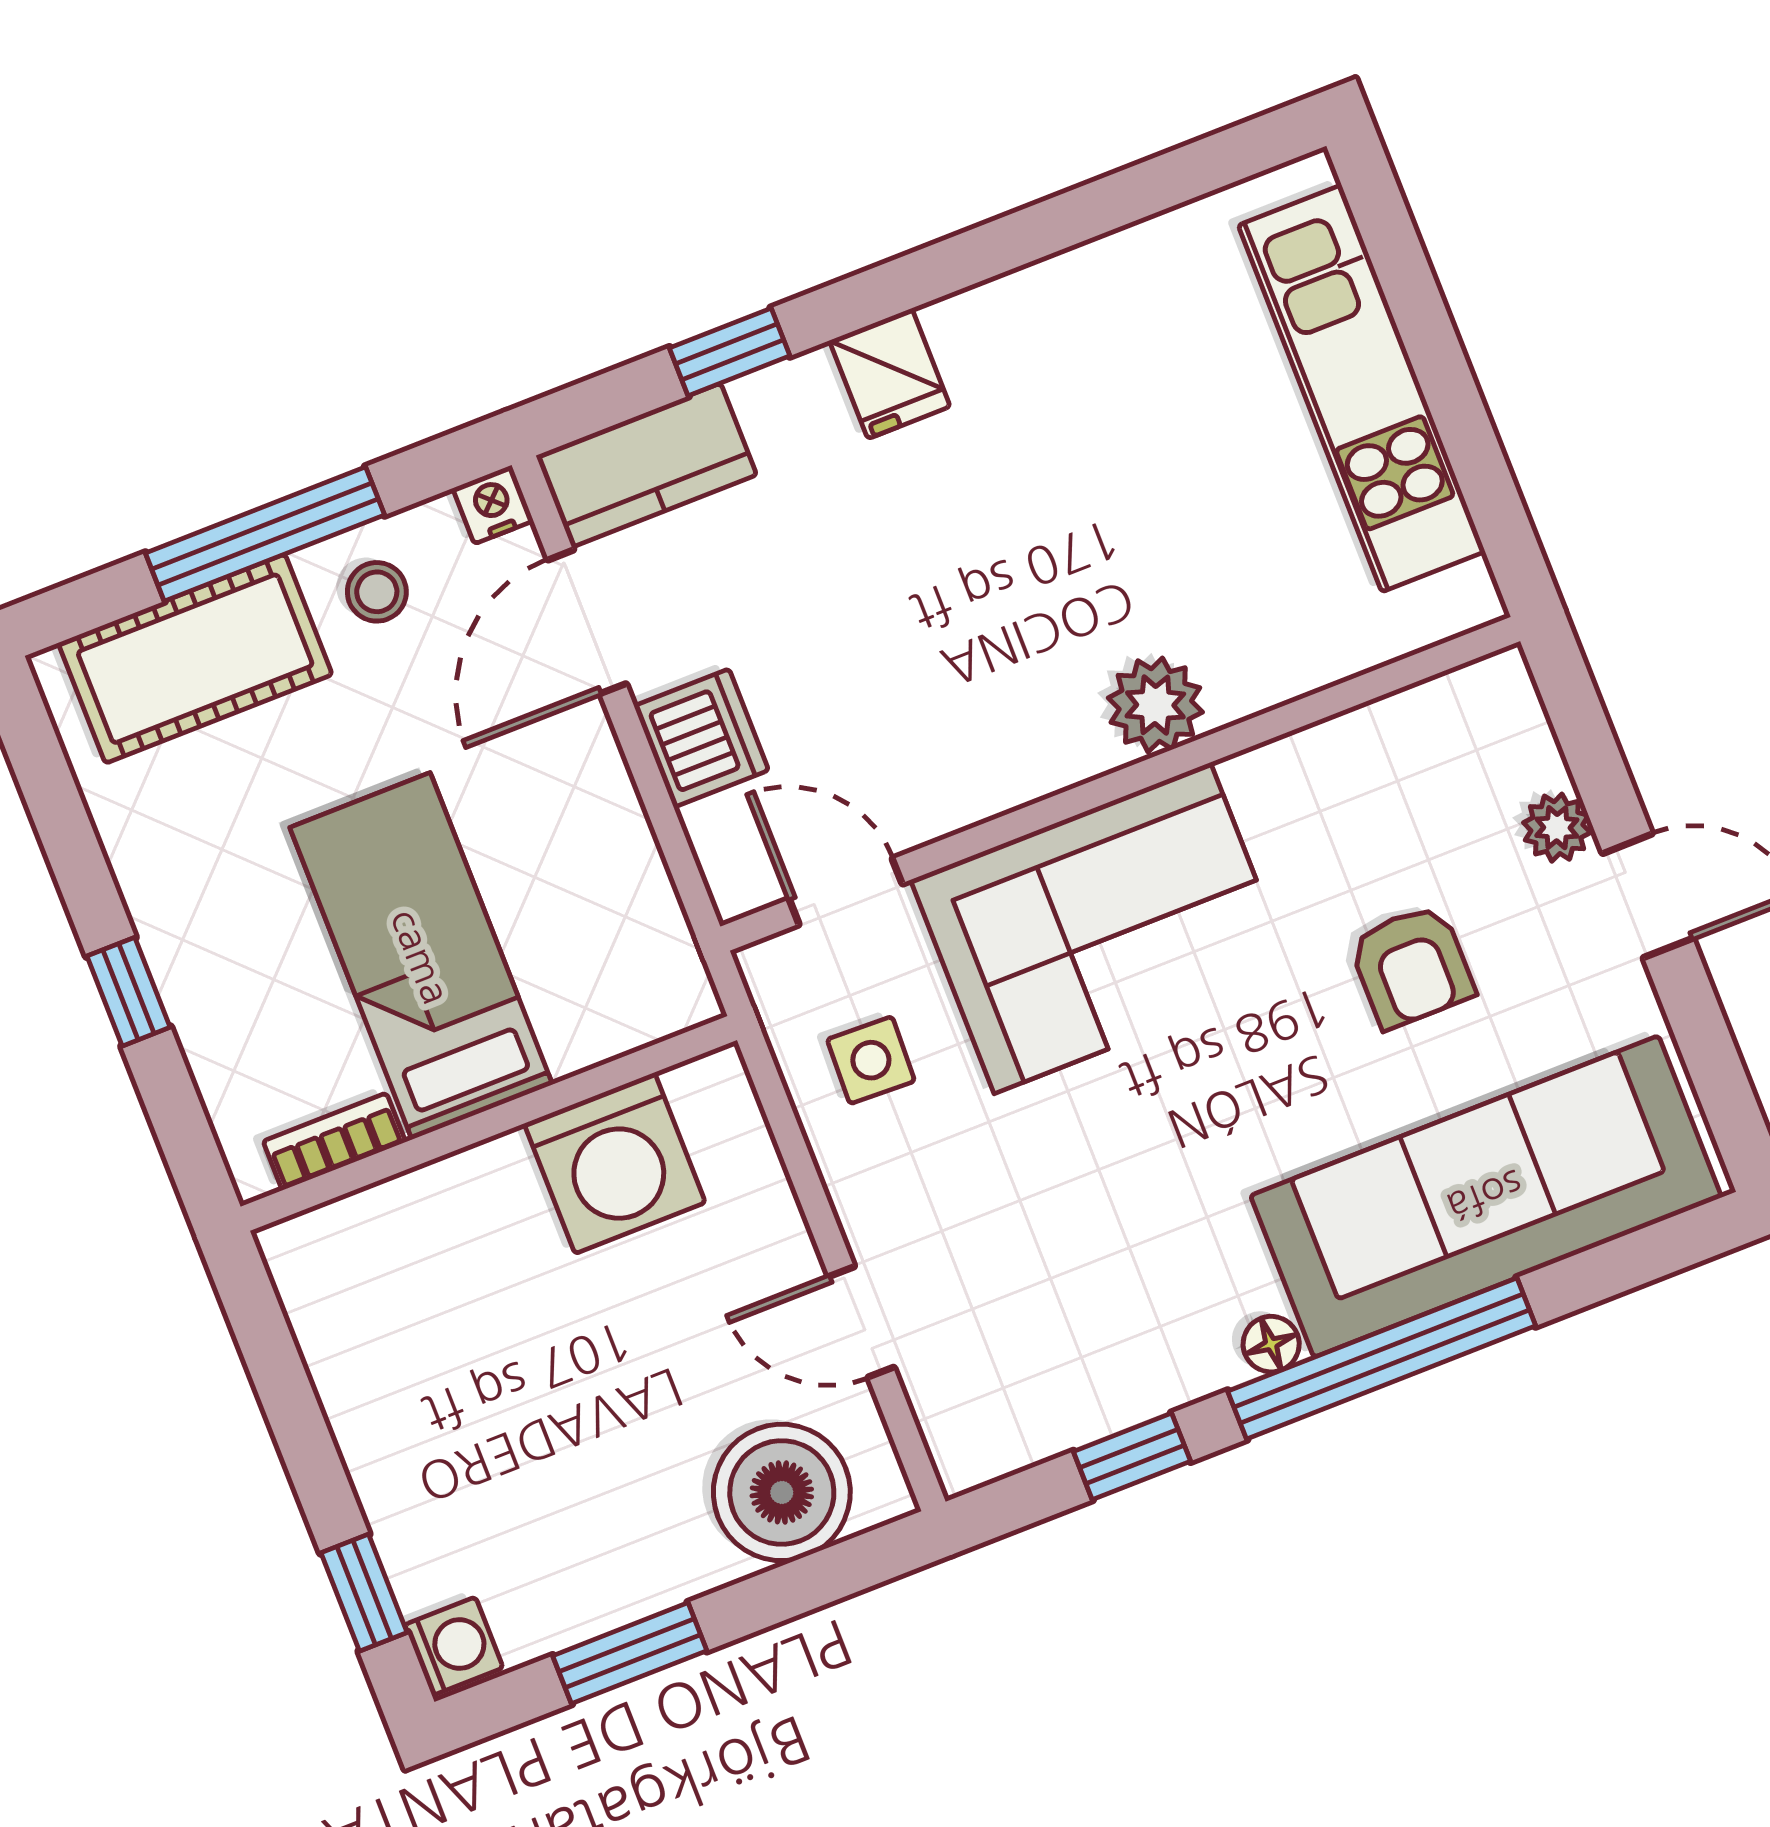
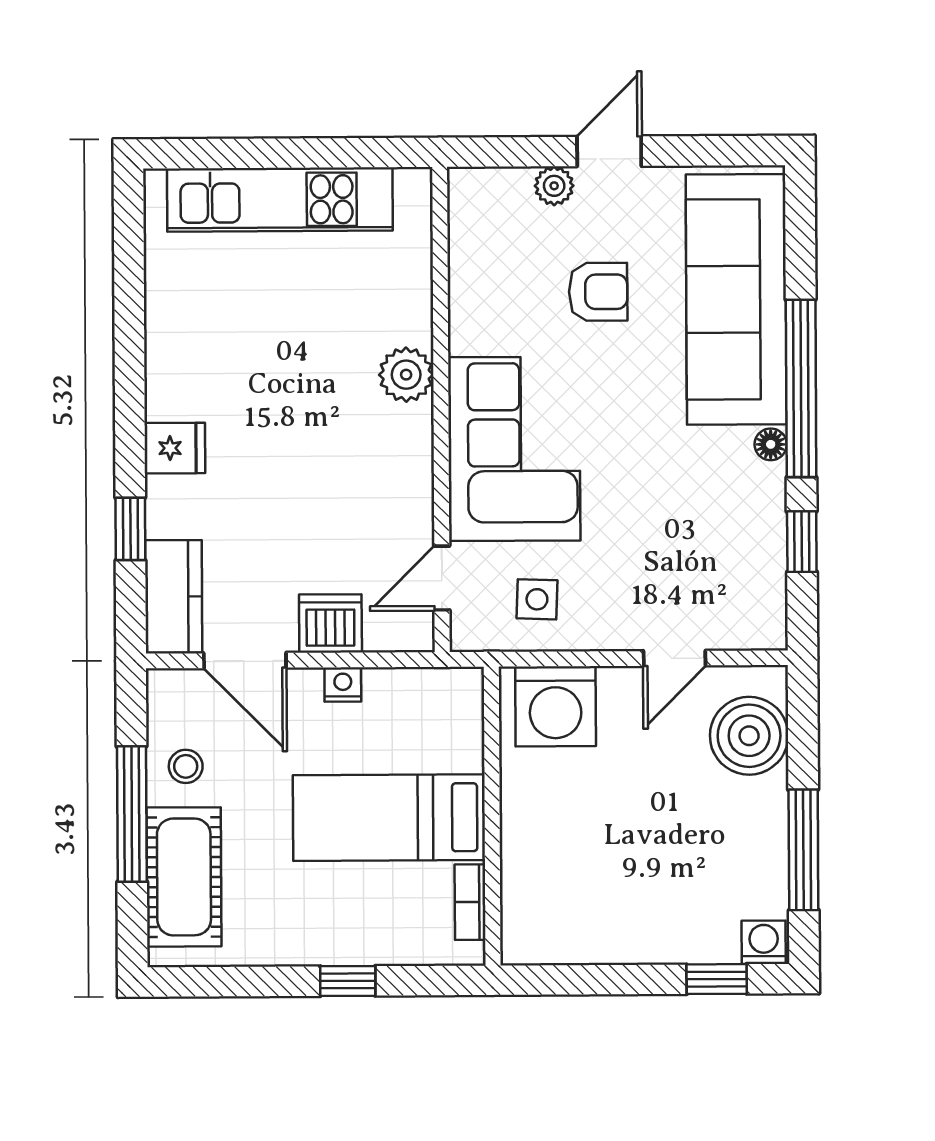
nightstand: (493, 505) -> (343, 685), moved, turned 90
washing machine: (615, 1163) -> (556, 706), moved, turned 90
window: (630, 1653) -> (803, 850), width x1.44

